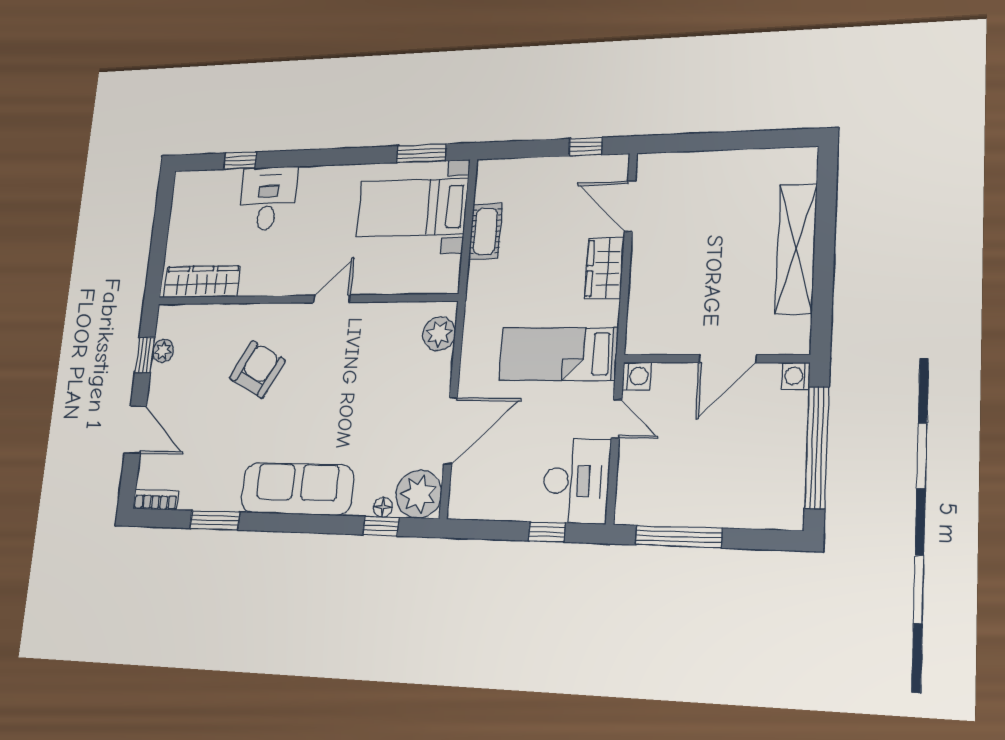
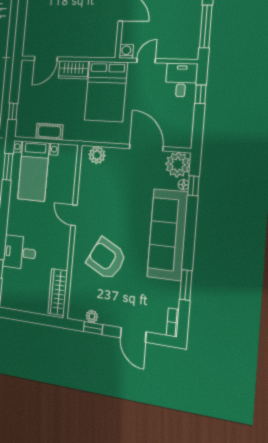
window: (586, 147) -> (13, 111), moved
bed: (558, 354) -> (106, 91), width x1.50
armchair: (257, 369) -> (106, 259), width x1.36, depth x1.36
door: (135, 430) -> (133, 335), swing flipped
desk: (576, 481) -> (181, 80), width x0.73
sofa: (297, 489) -> (168, 234), width x1.36, depth x1.27

